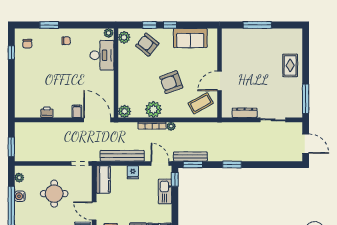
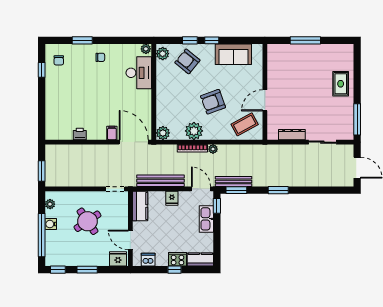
round table: (54, 194) -> (87, 221), turned -34

